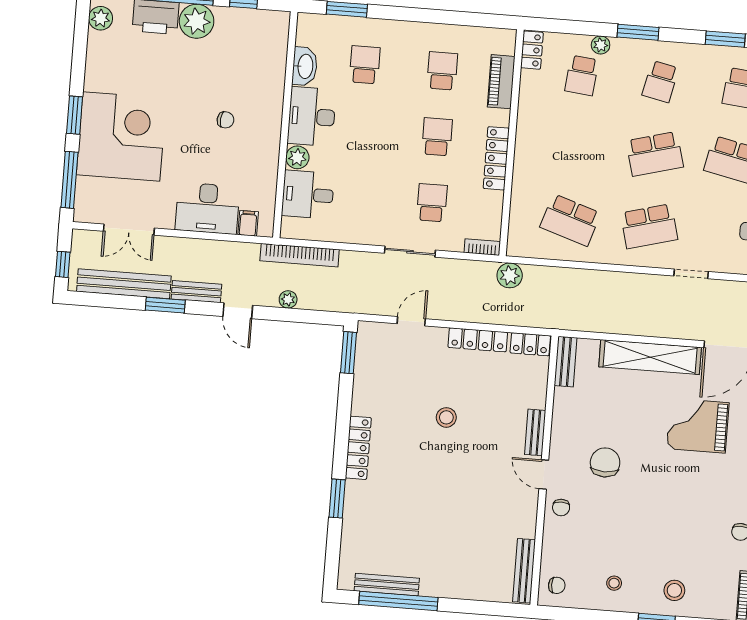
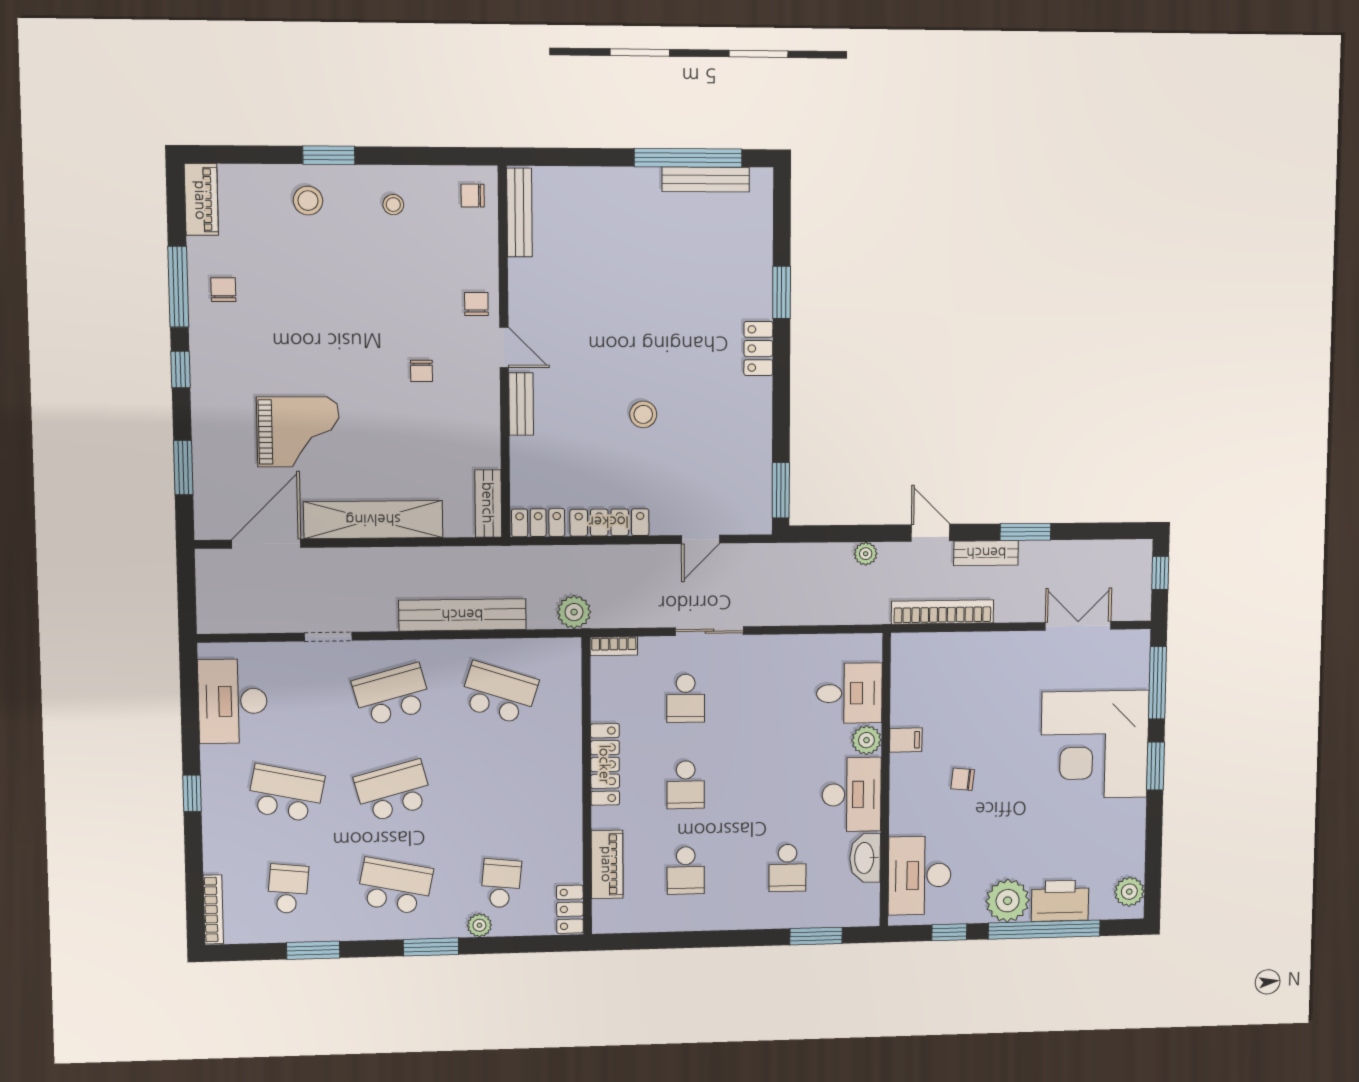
school desk: (660, 82) -> (395, 886), width x1.85
desk: (207, 208) -> (920, 875), moved, turned -90
filing cabinet: (248, 223) -> (906, 740), moved, turned -90
bookcase: (300, 255) -> (942, 612), moved
bench: (124, 284) -> (462, 615), moved
locker: (358, 448) -> (758, 348), width x0.66
chair: (605, 462) -> (422, 371), width x0.54, depth x0.54

